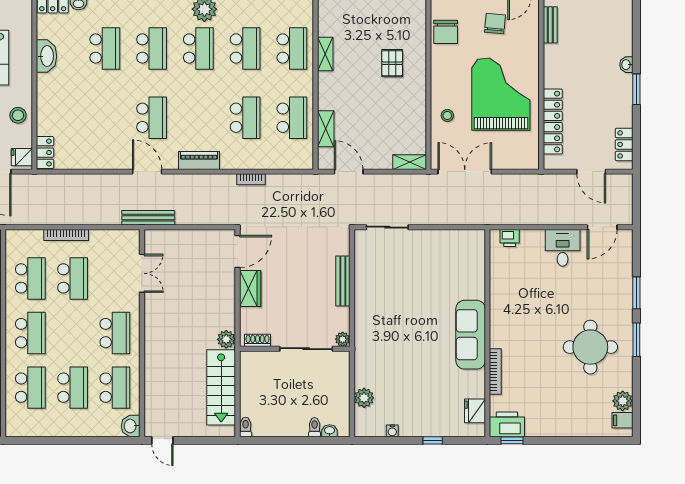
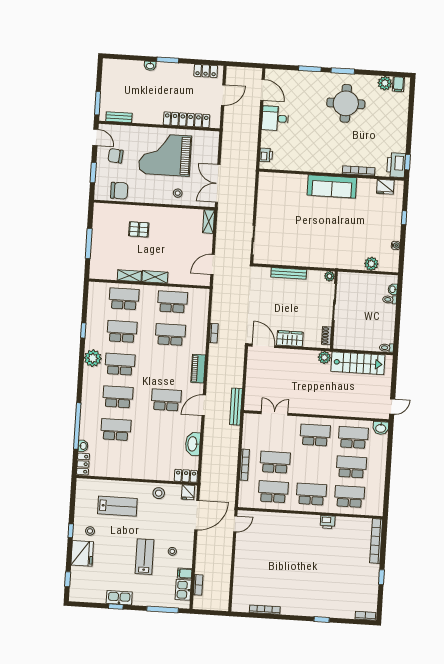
washbasin: (46, 56) -> (193, 444), moved, turned -90
shelving: (326, 129) -> (155, 277), moved

